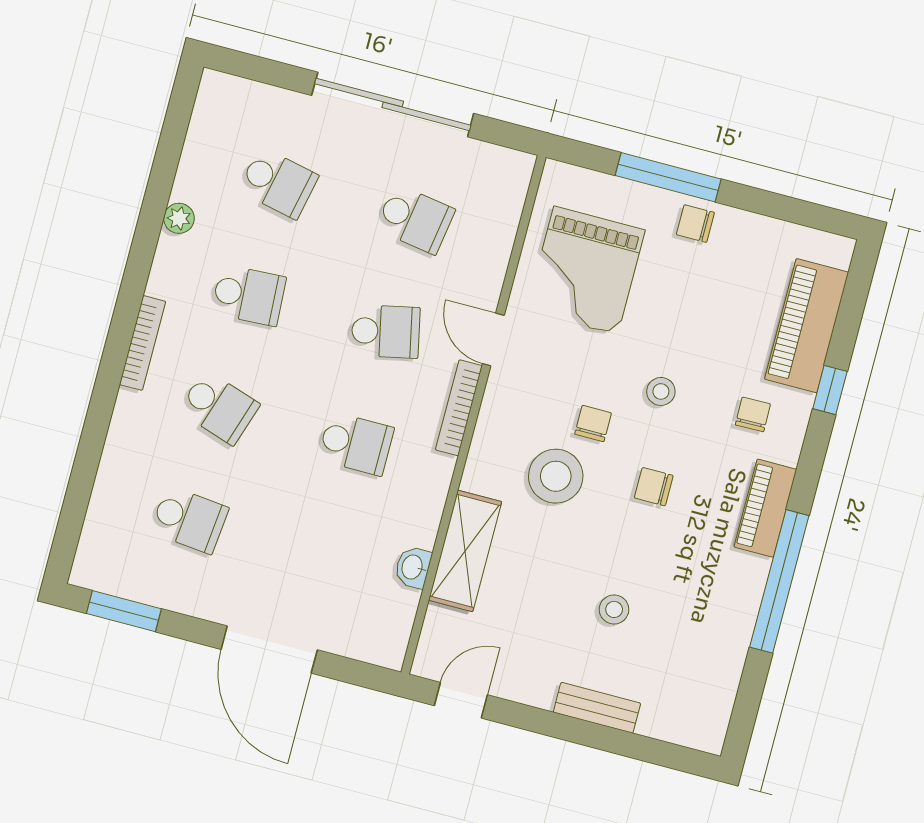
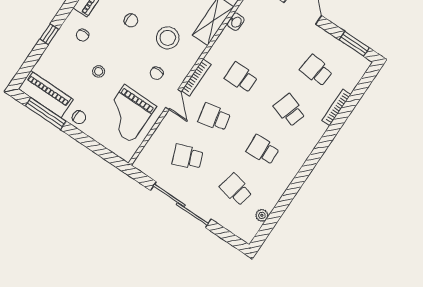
window: (668, 177) -> (46, 113), moved
plant: (179, 218) -> (262, 215), moved
school desk: (415, 219) -> (188, 157), turned -30
grand piano: (586, 271) -> (128, 114), turned 180
piano: (807, 326) -> (46, 94), moved, turned -90
bookcase: (143, 343) -> (336, 107), moved
stool: (661, 391) -> (99, 71), moved
chair: (593, 424) -> (157, 73), moved

